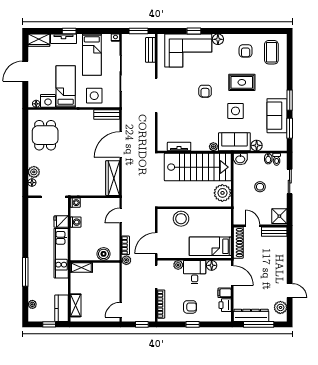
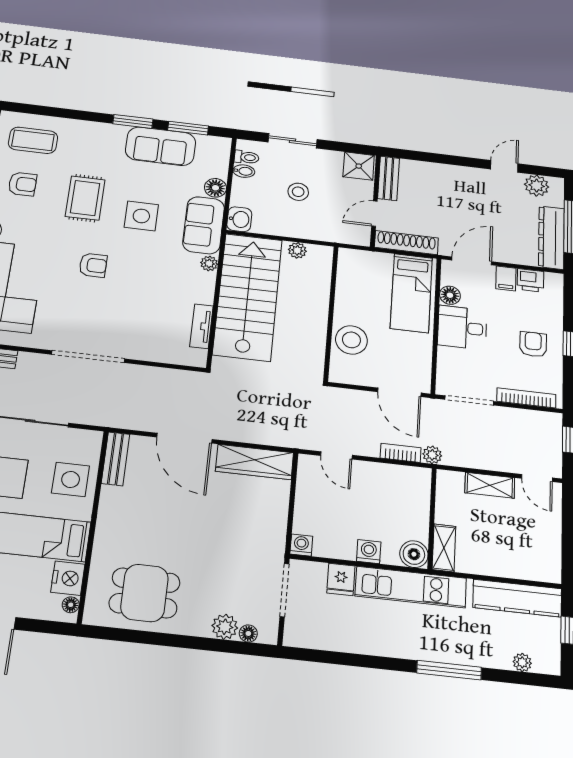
plant: (222, 193) -> (297, 250), width x0.53, depth x0.53
washing machine: (76, 222) -> (369, 552), moved
boiler: (104, 254) -> (414, 554), moved
plant: (178, 265) -> (446, 356), removed
shelving: (76, 305) -> (490, 485), moved
kitchen counter: (62, 308) -> (517, 598), width x1.50

